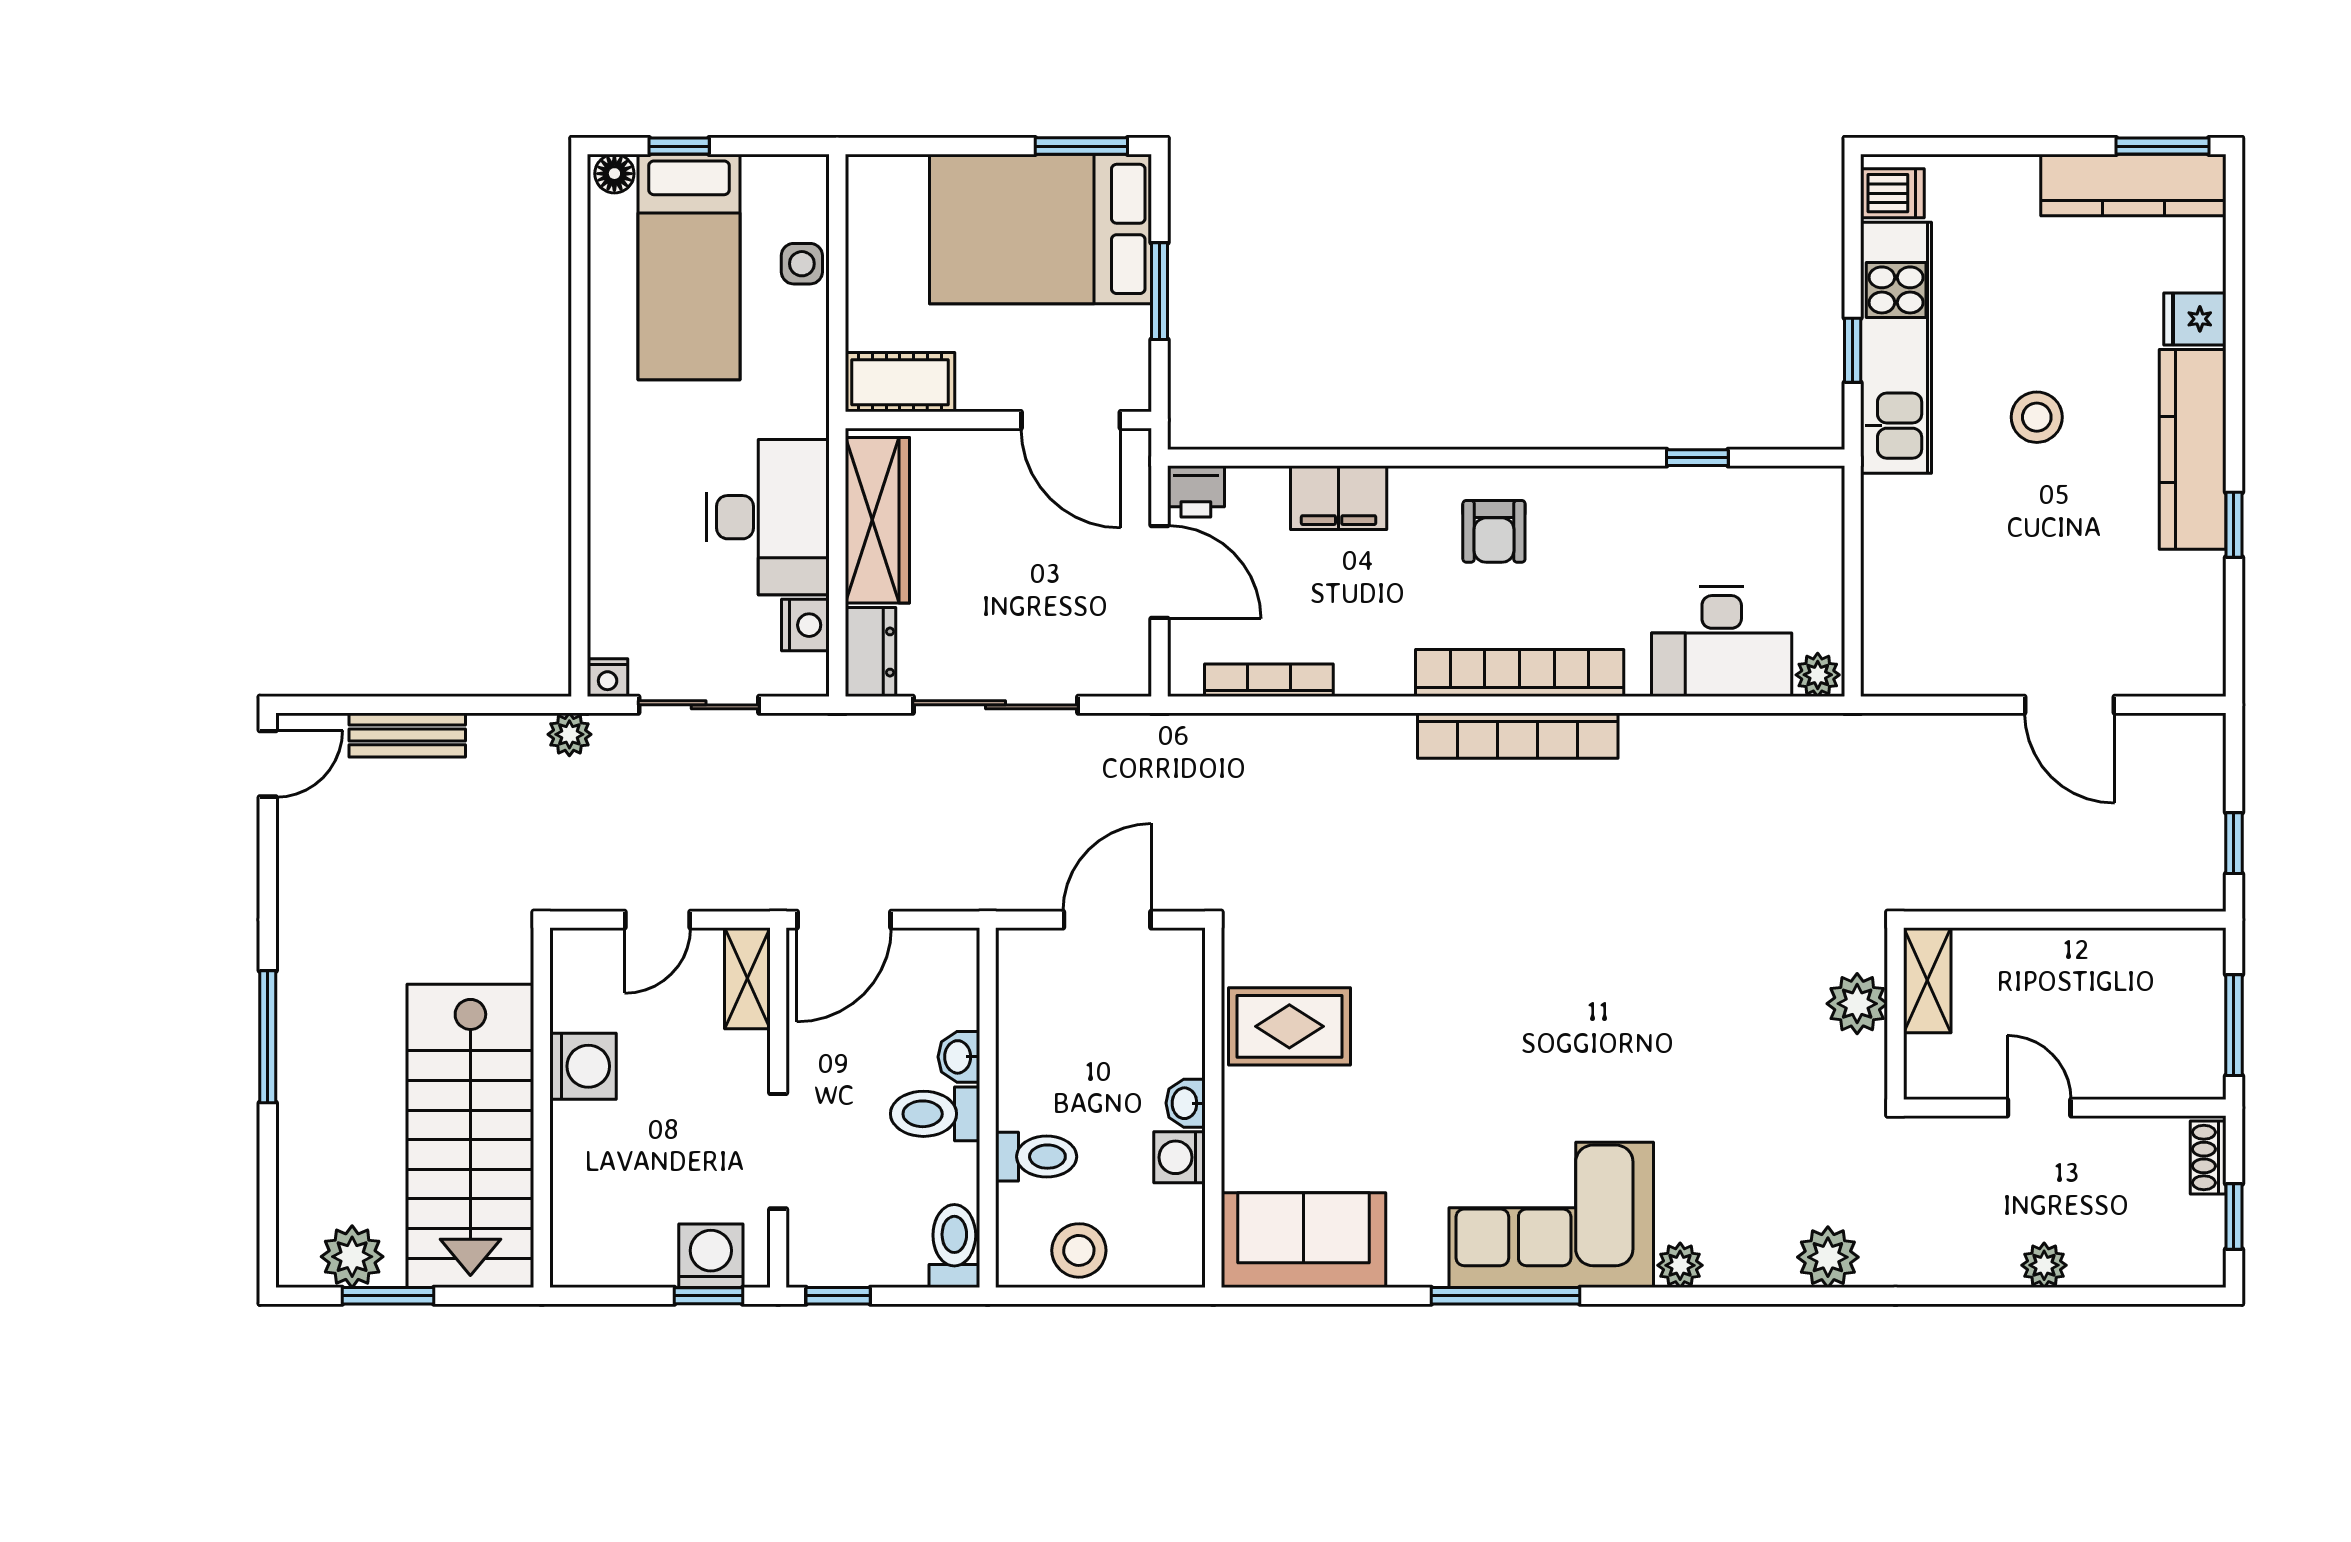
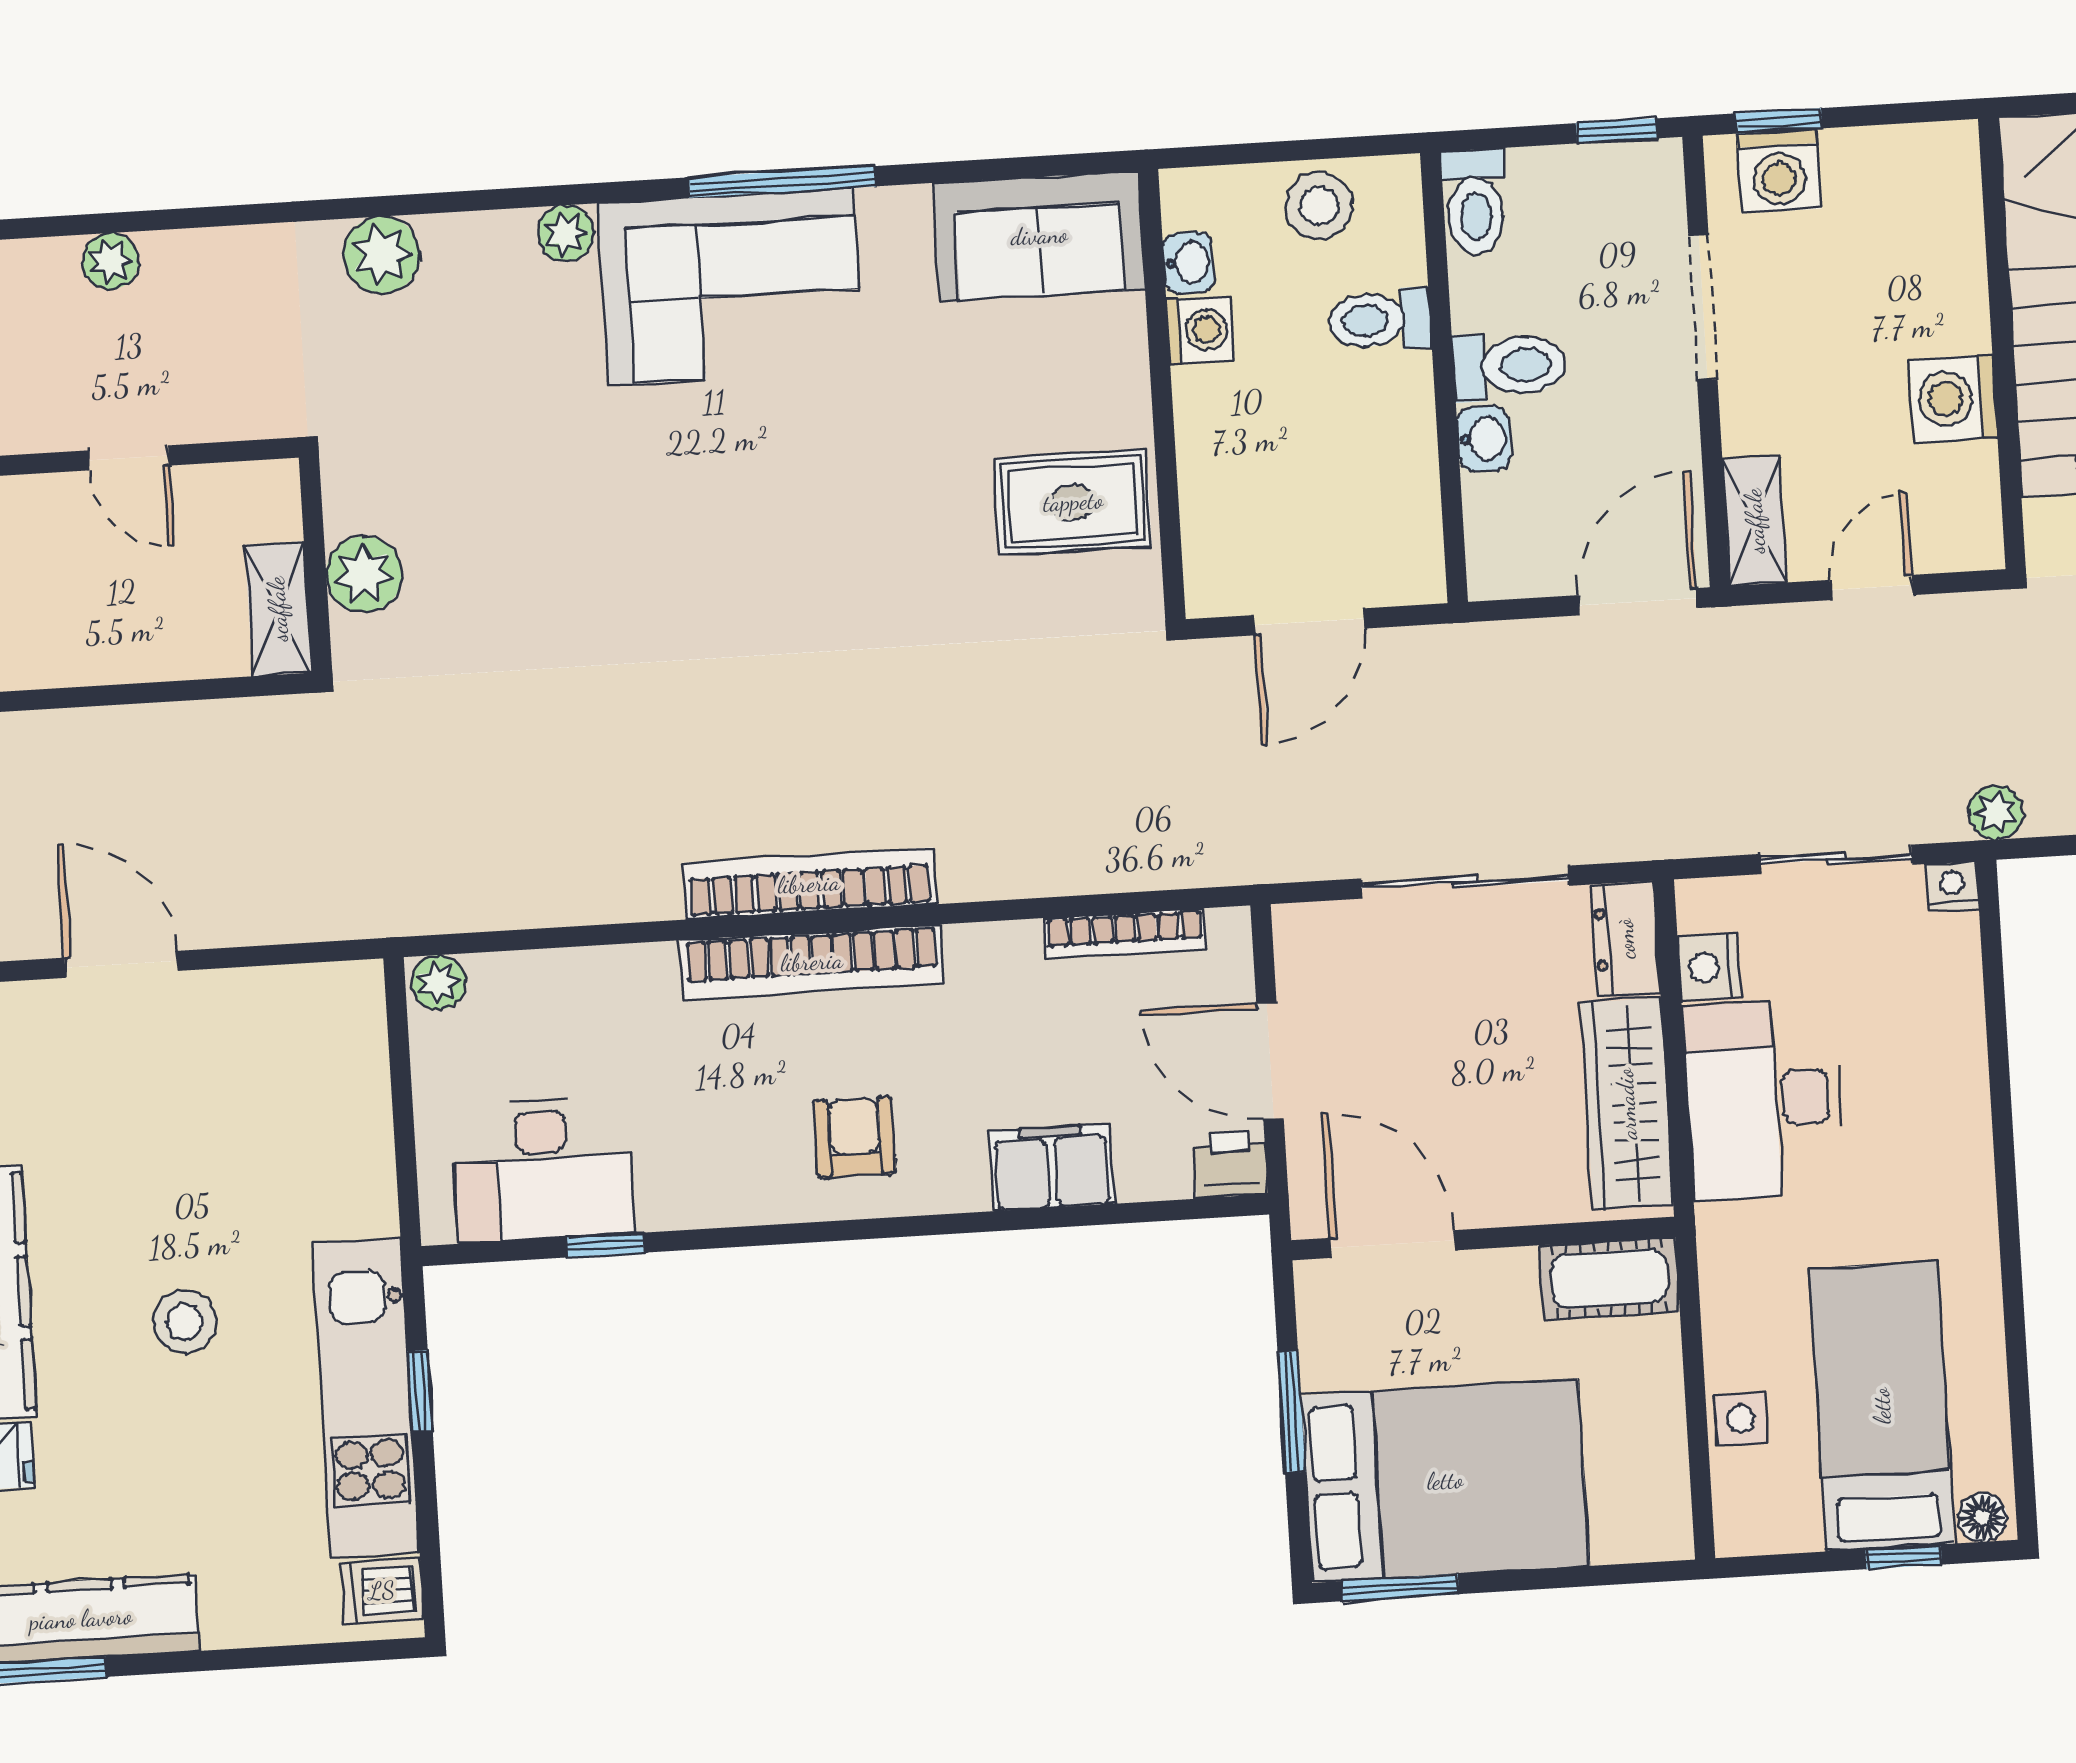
desk: (1722, 642) -> (543, 1170), moved, turned 180
washbasin: (1186, 1103) -> (1188, 263), moved

